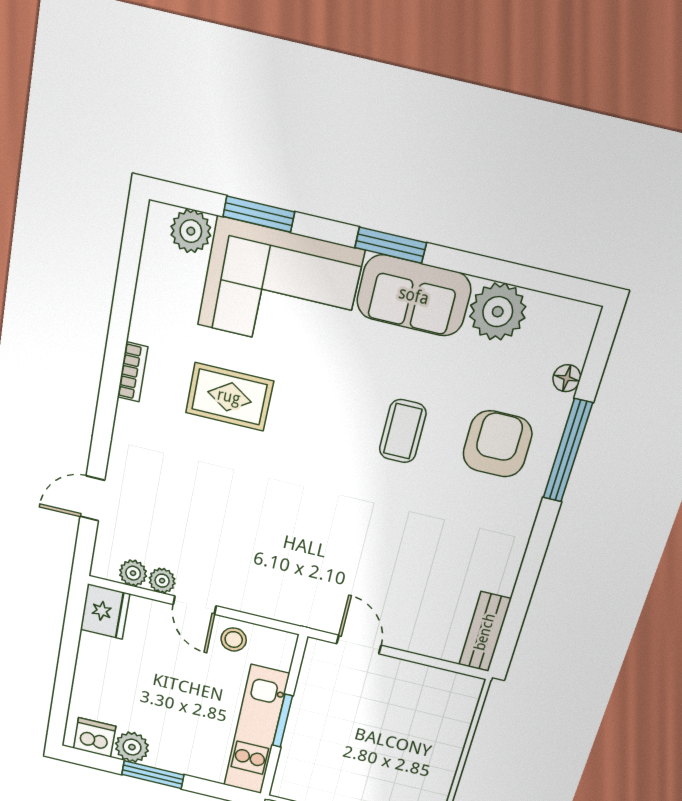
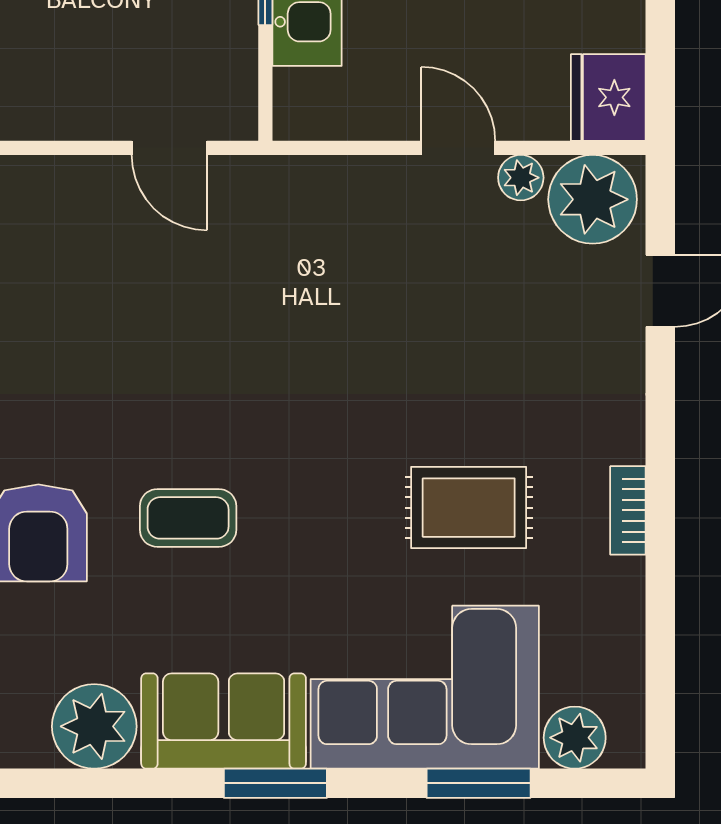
coffee table: (403, 431) -> (188, 518), turned 90
plant: (133, 573) -> (593, 199), width x1.88, depth x1.88
stool: (234, 639) -> (380, 103), removed

